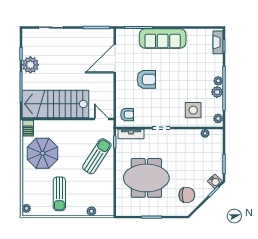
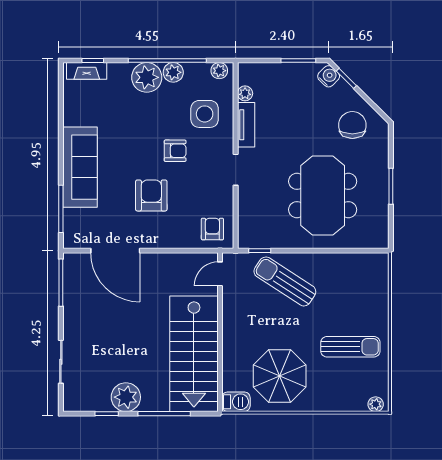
plant: (218, 81) -> (147, 77), width x1.87, depth x1.87
armchair: (172, 93) -> (175, 151), added
tv unit: (131, 134) -> (246, 125), moved
plant: (91, 211) -> (381, 291), removed

